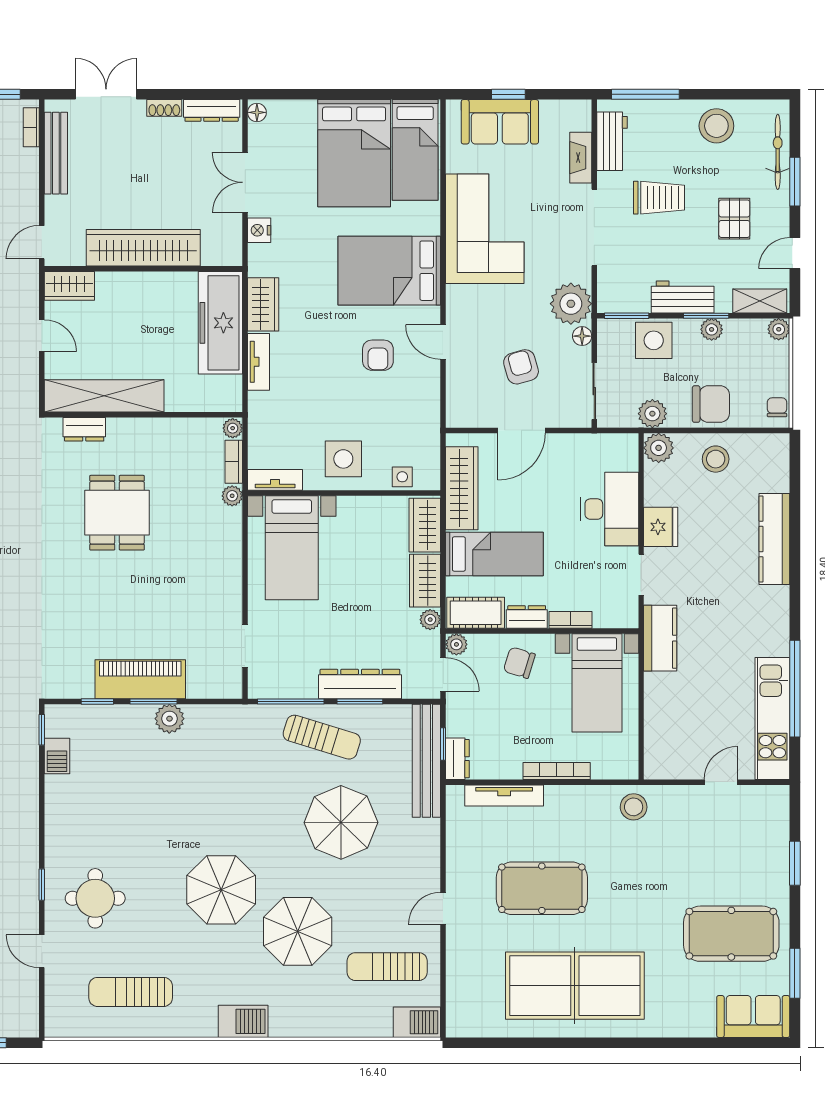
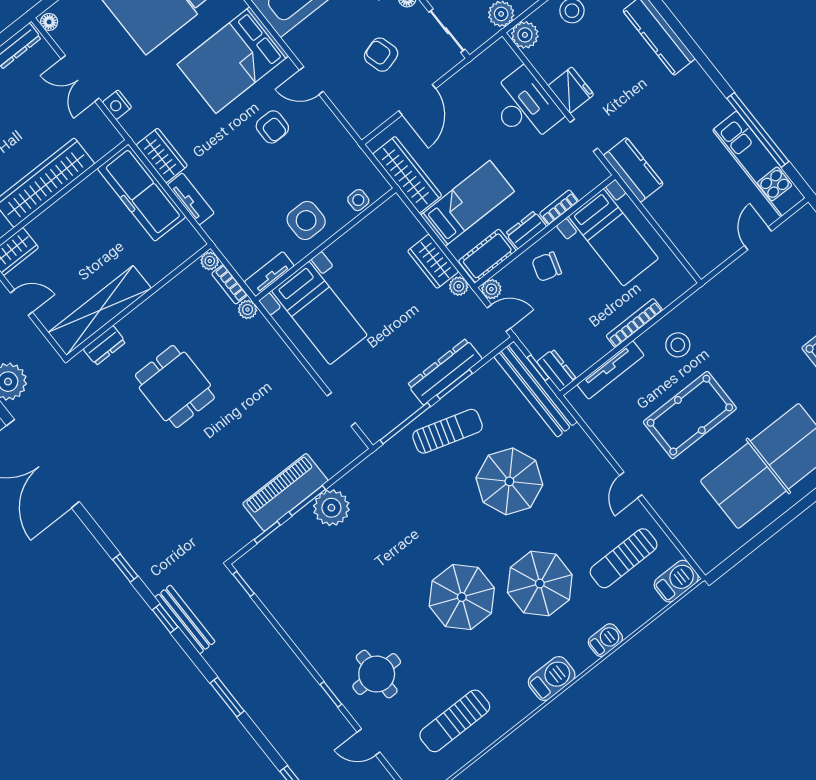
wardrobe: (425, 525) -> (402, 222), removed
plant: (169, 719) -> (331, 508), width x1.36, depth x1.36
barbecue: (57, 756) -> (605, 640), moved, turned -90
stool: (634, 807) -> (678, 345), moved

